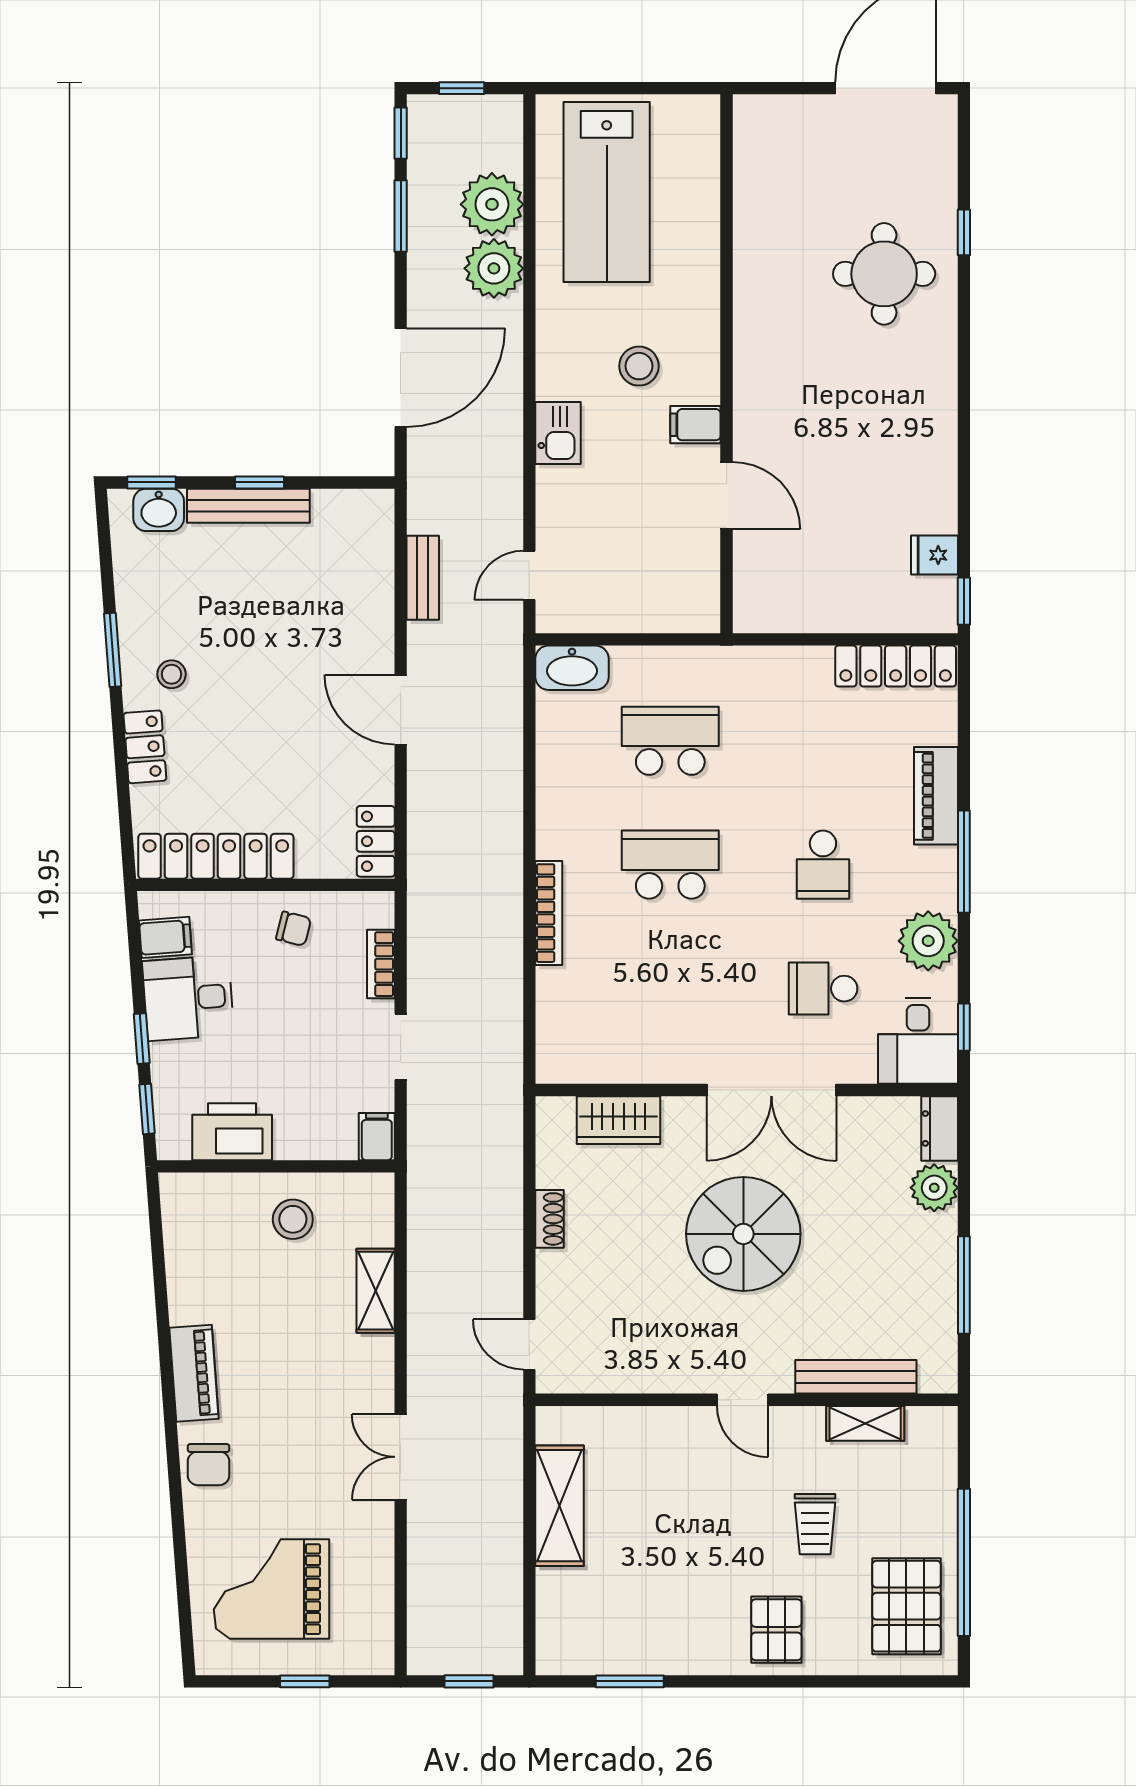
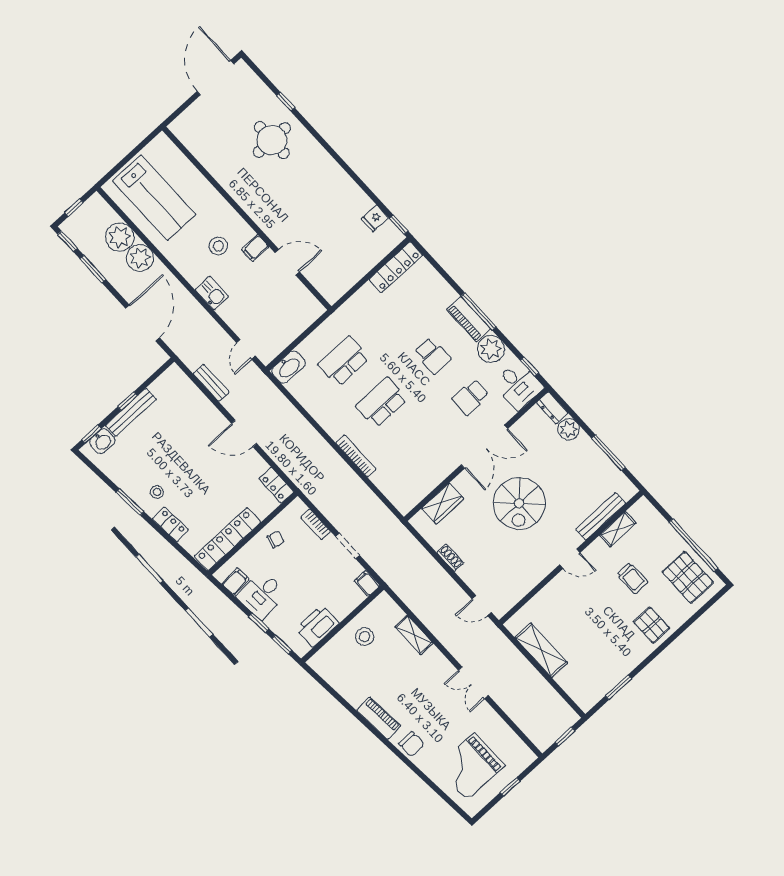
piano: (936, 796) -> (469, 319), moved

